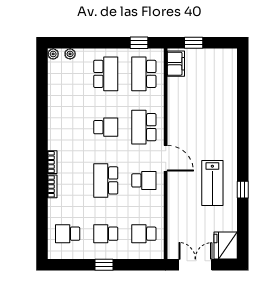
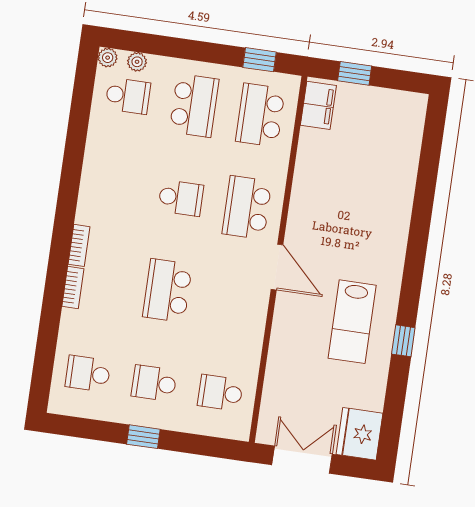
school desk: (144, 180) -> (128, 96), moved

